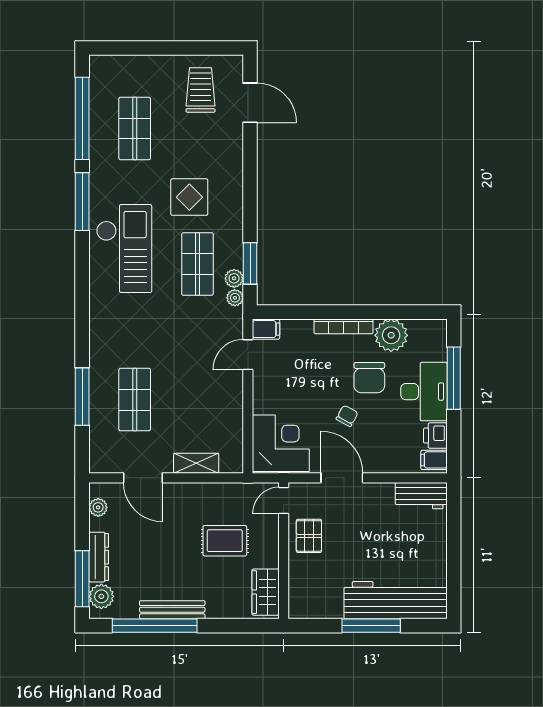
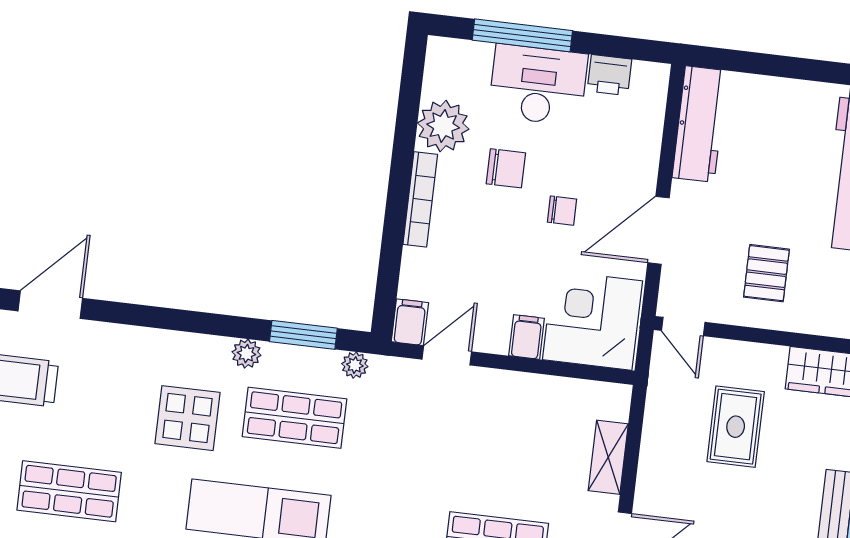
plant: (234, 278) -> (246, 354), moved
door: (248, 355) -> (447, 355), swing flipped
chair: (369, 378) -> (506, 168), width x0.73, depth x0.73
chair: (347, 416) -> (562, 211), turned 151
filing cabinet: (434, 460) -> (527, 337), moved, turned 180
workbench: (421, 496) -> (700, 124), width x1.38
pallet: (309, 536) -> (766, 273), moved, turned 90

